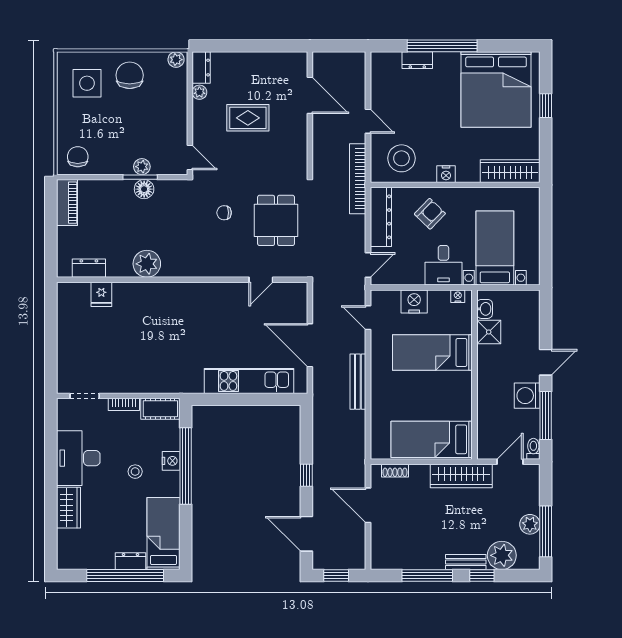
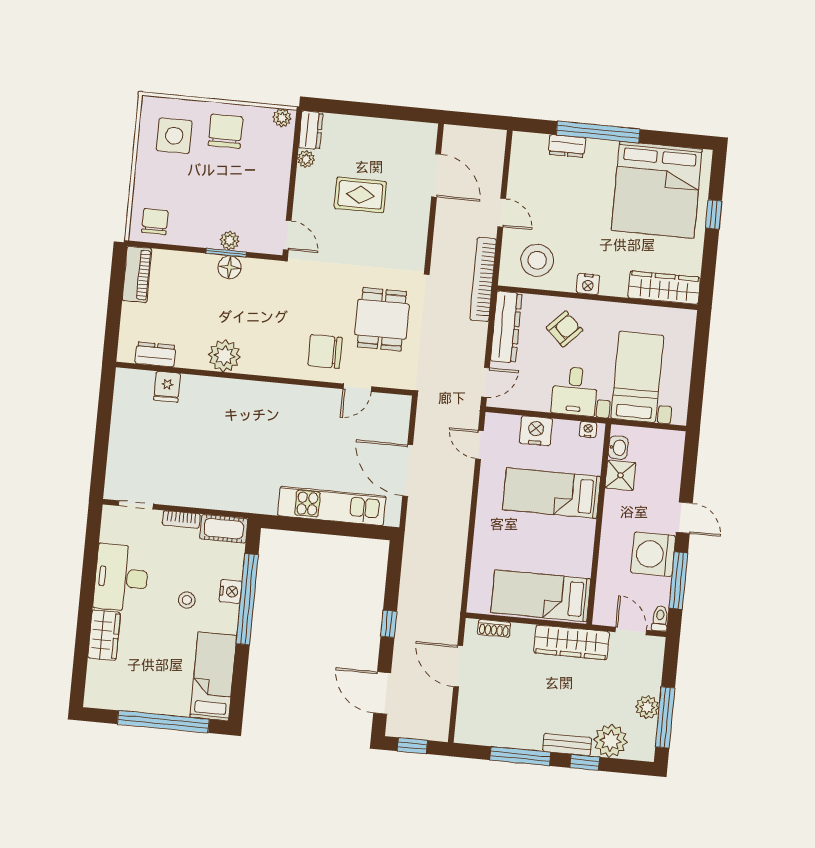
chair: (224, 213) -> (325, 351), moved, width x1.87, depth x1.87
door: (546, 362) -> (684, 518), hinge flipped
bench: (358, 382) -> (460, 519), removed
washing machine: (527, 396) -> (653, 554), width x1.37, depth x1.37
door: (510, 462) -> (631, 631), hinge flipped
dresser: (130, 561) -> (171, 705), removed

